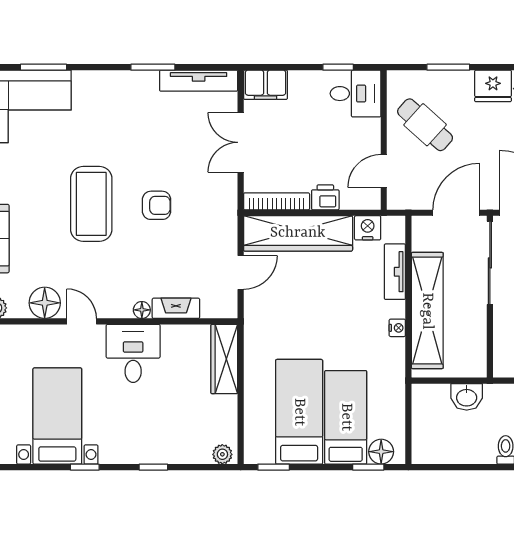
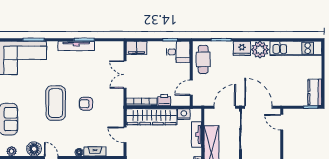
tv unit: (199, 81) -> (76, 46), moved
cafe table: (425, 125) -> (203, 59), moved, turned 48
armchair: (157, 205) -> (86, 104), turned 180
door: (241, 273) -> (125, 135), swing flipped

